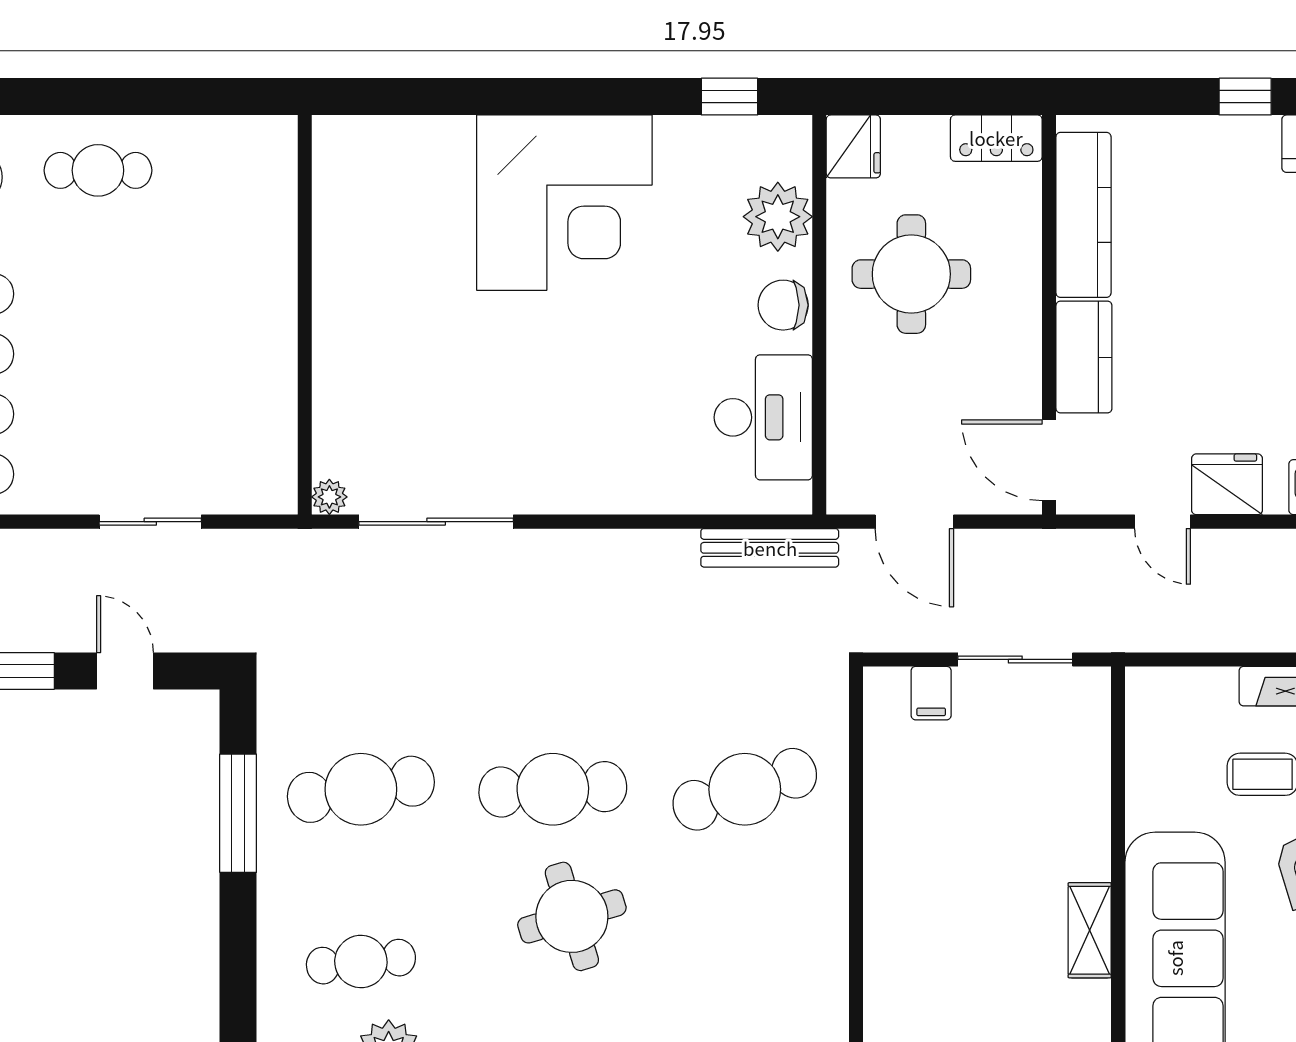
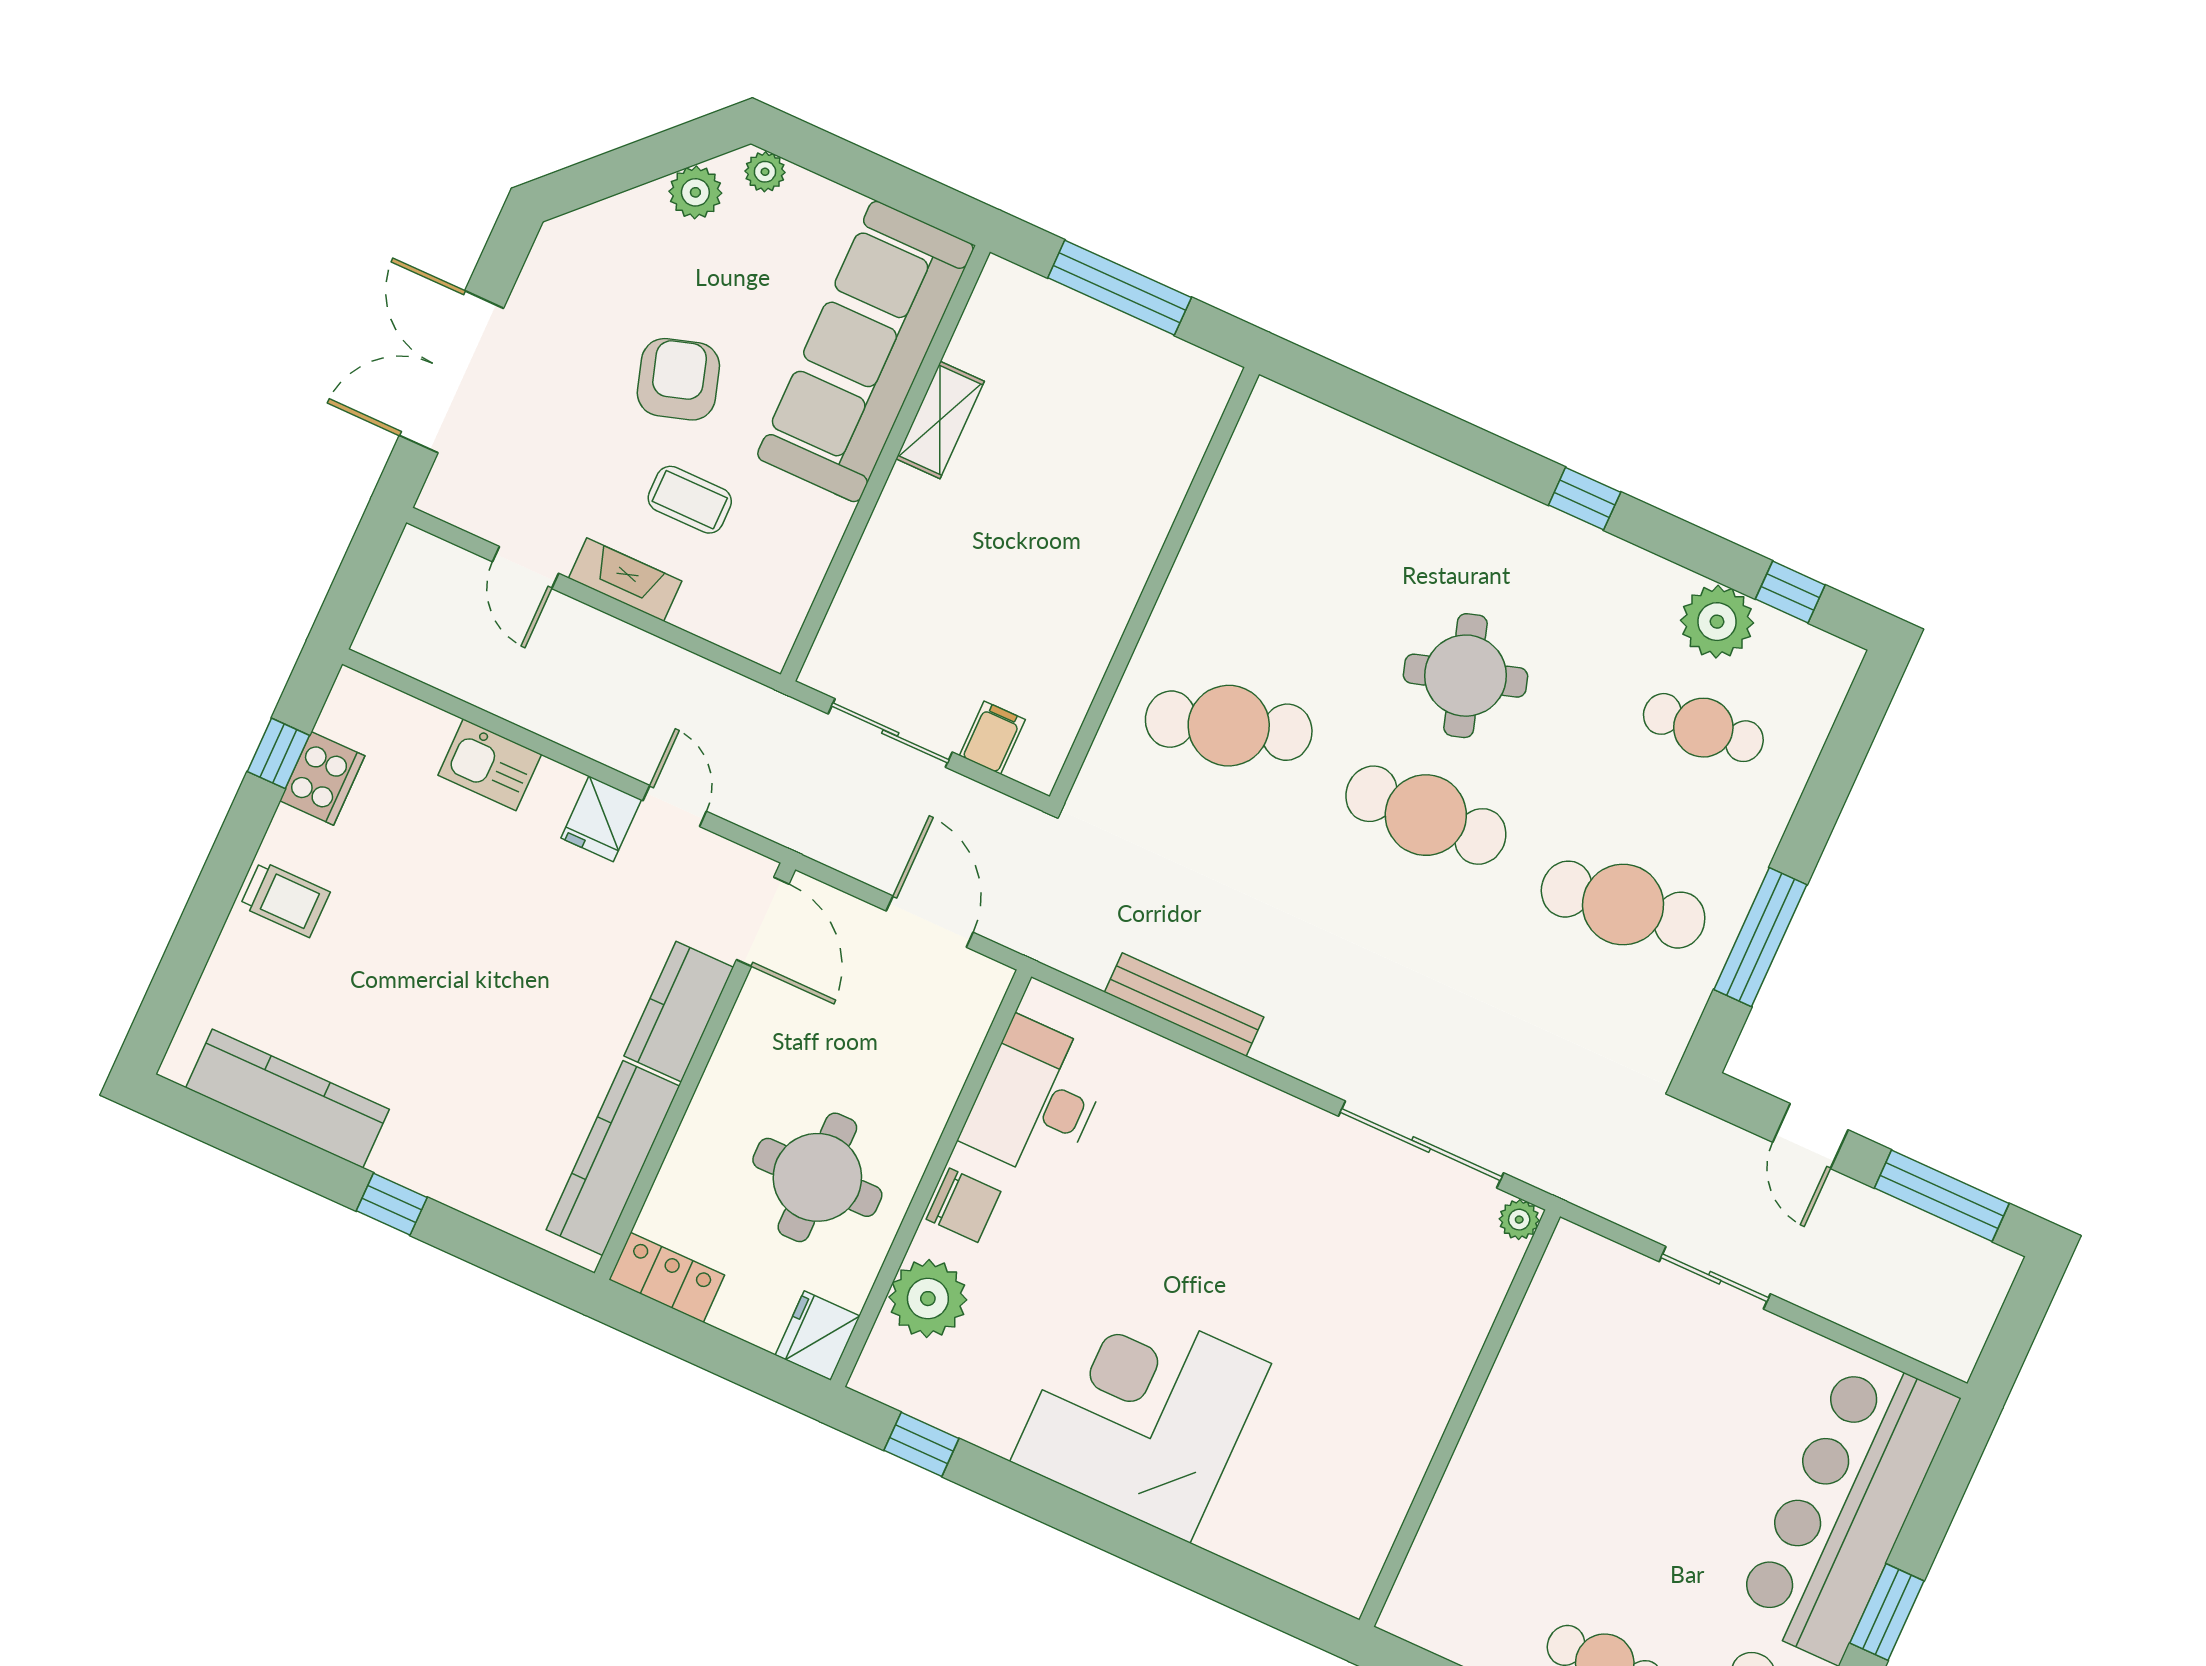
fridge: (1227, 484) -> (601, 819), width x0.72
bench: (770, 548) -> (1184, 1005), moved

